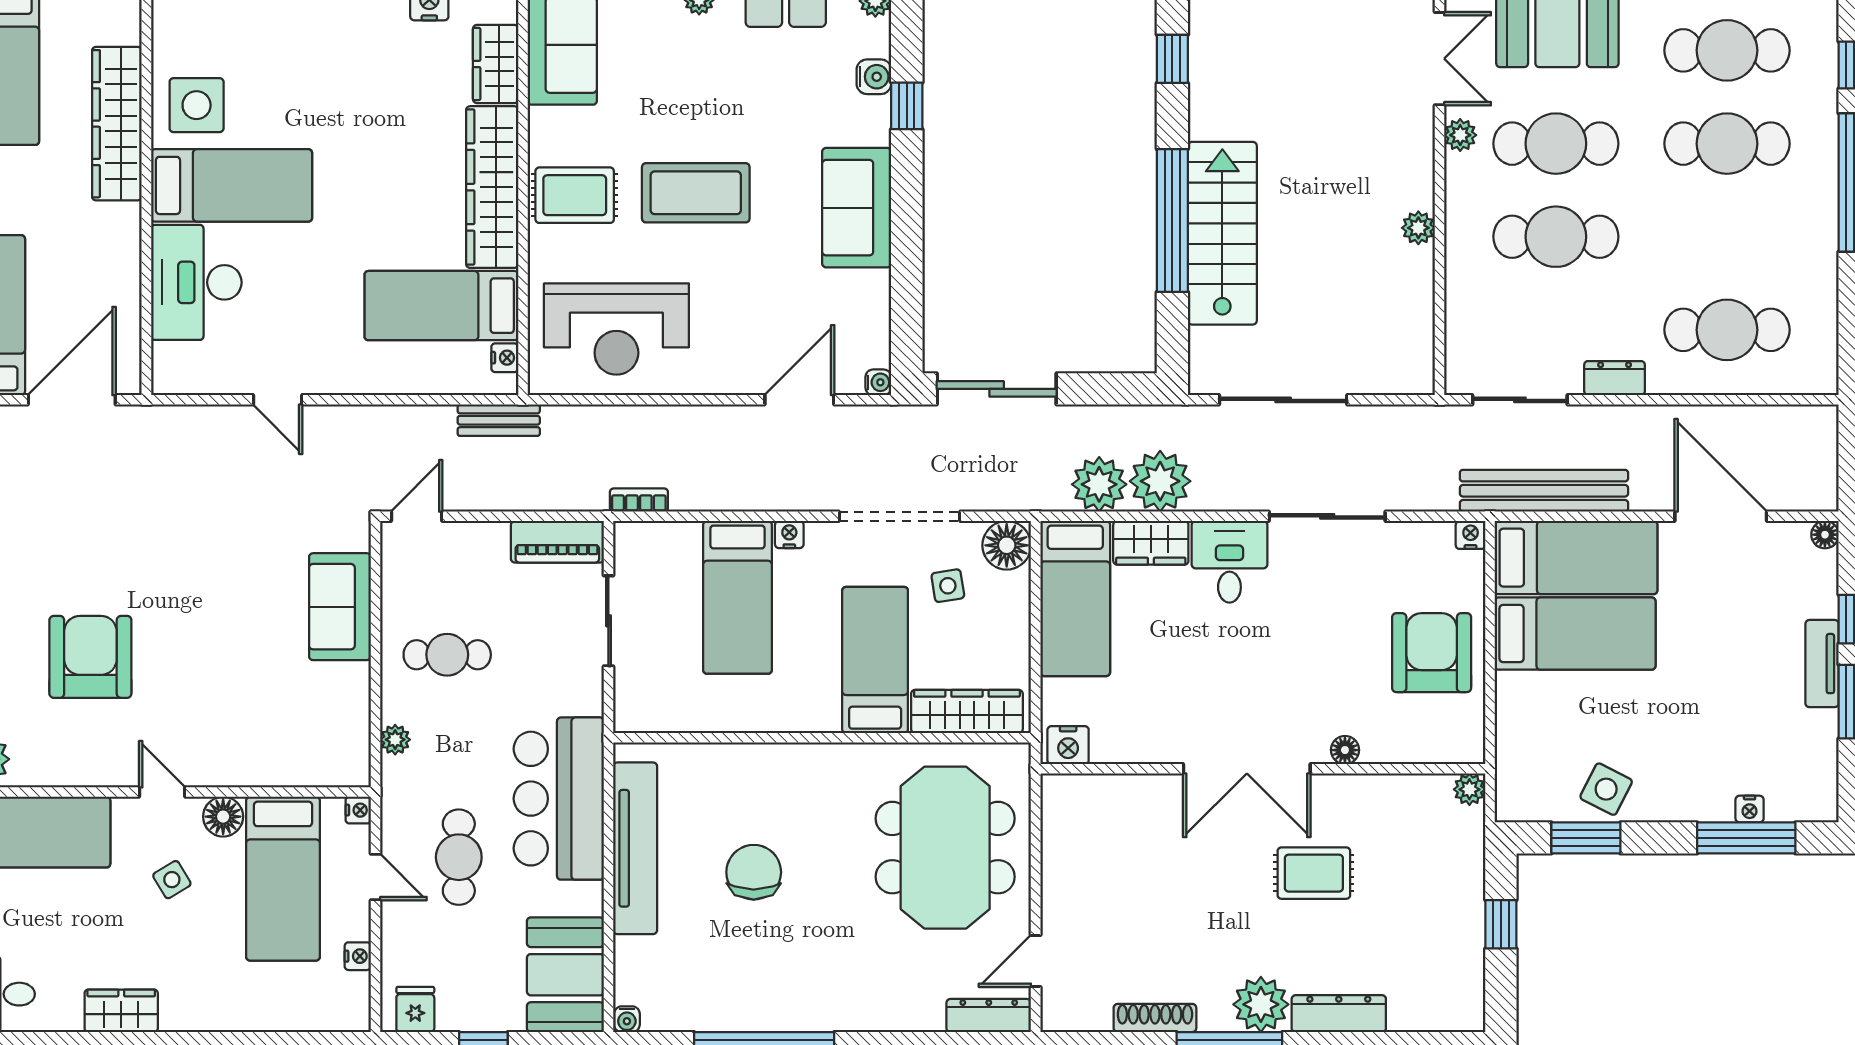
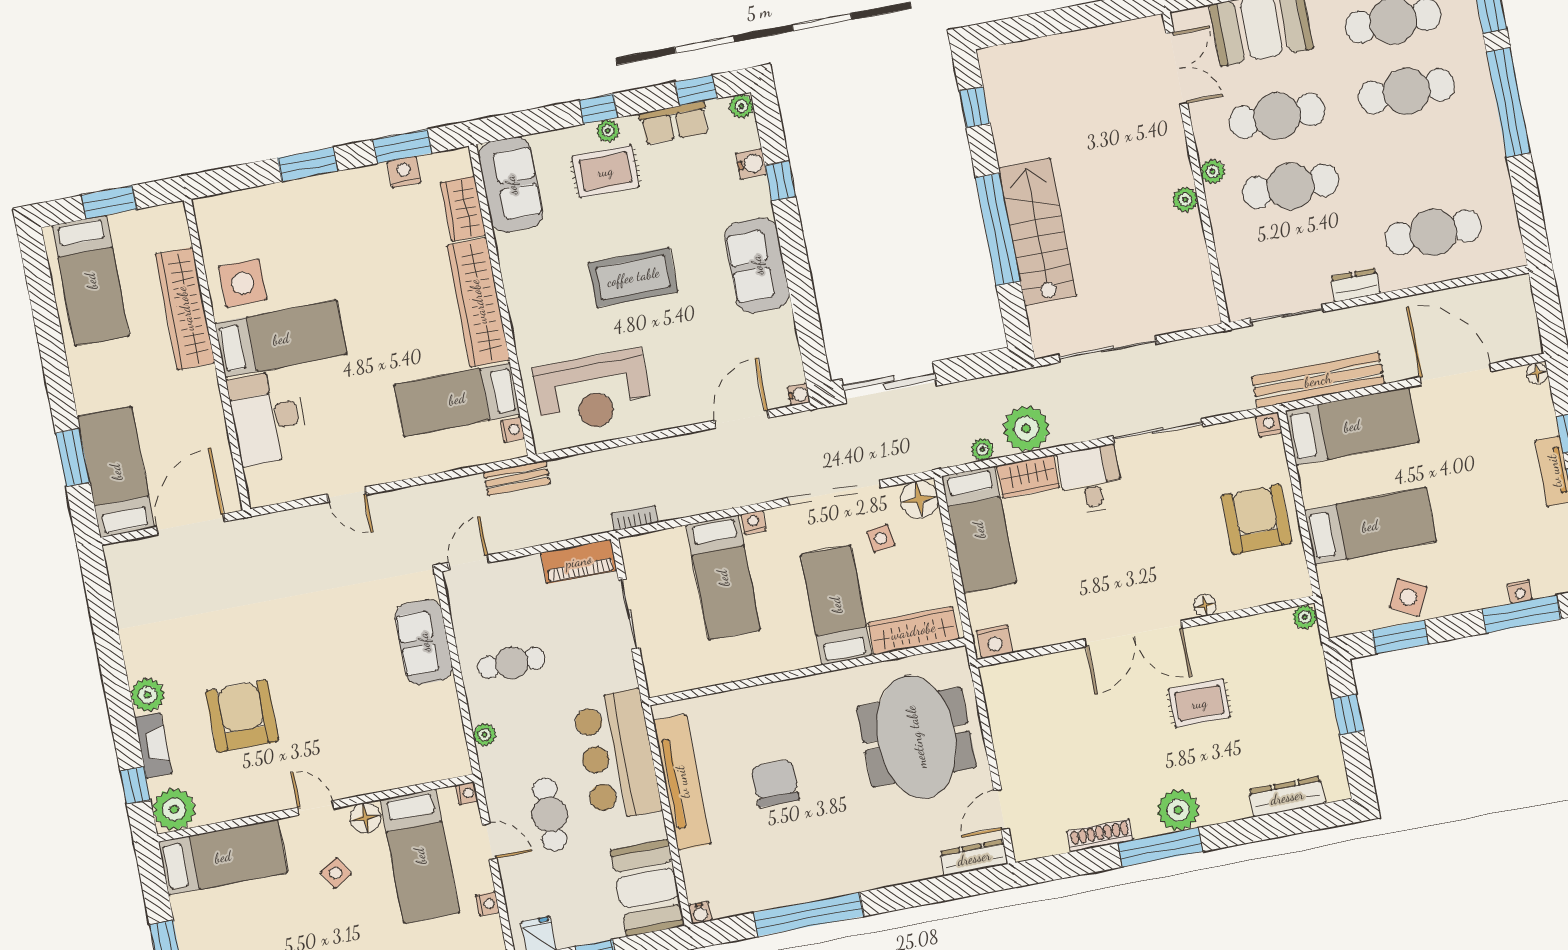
plant: (1460, 135) -> (1213, 172), moved
rug: (575, 195) -> (605, 171), moved
plant: (1099, 484) -> (982, 449), width x0.53, depth x0.53
bed: (1575, 634) -> (1370, 526), moved
dresser: (1339, 1014) -> (1287, 797), moved

